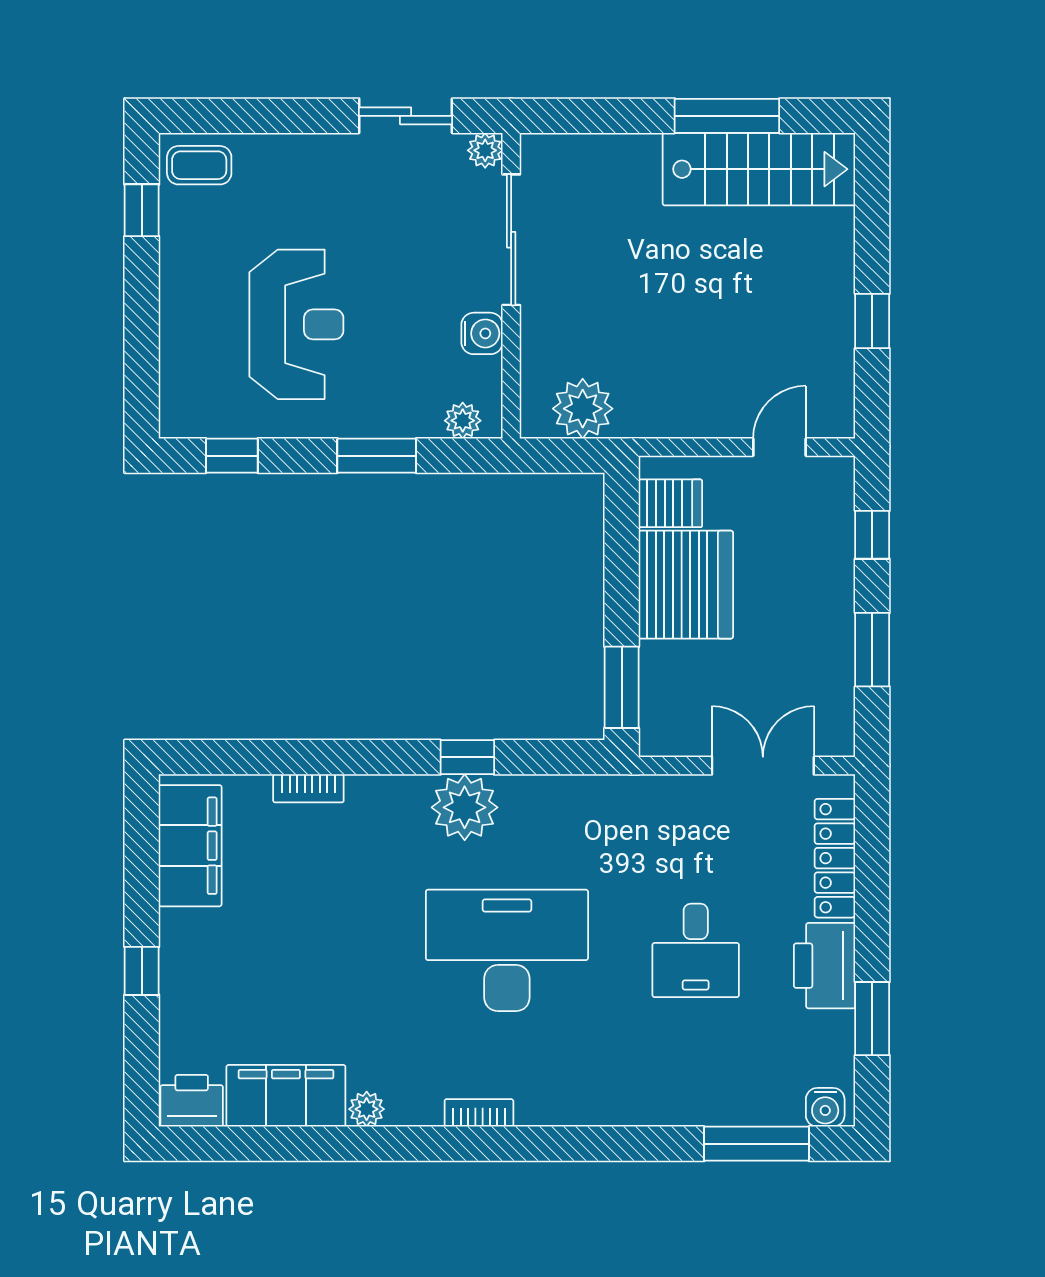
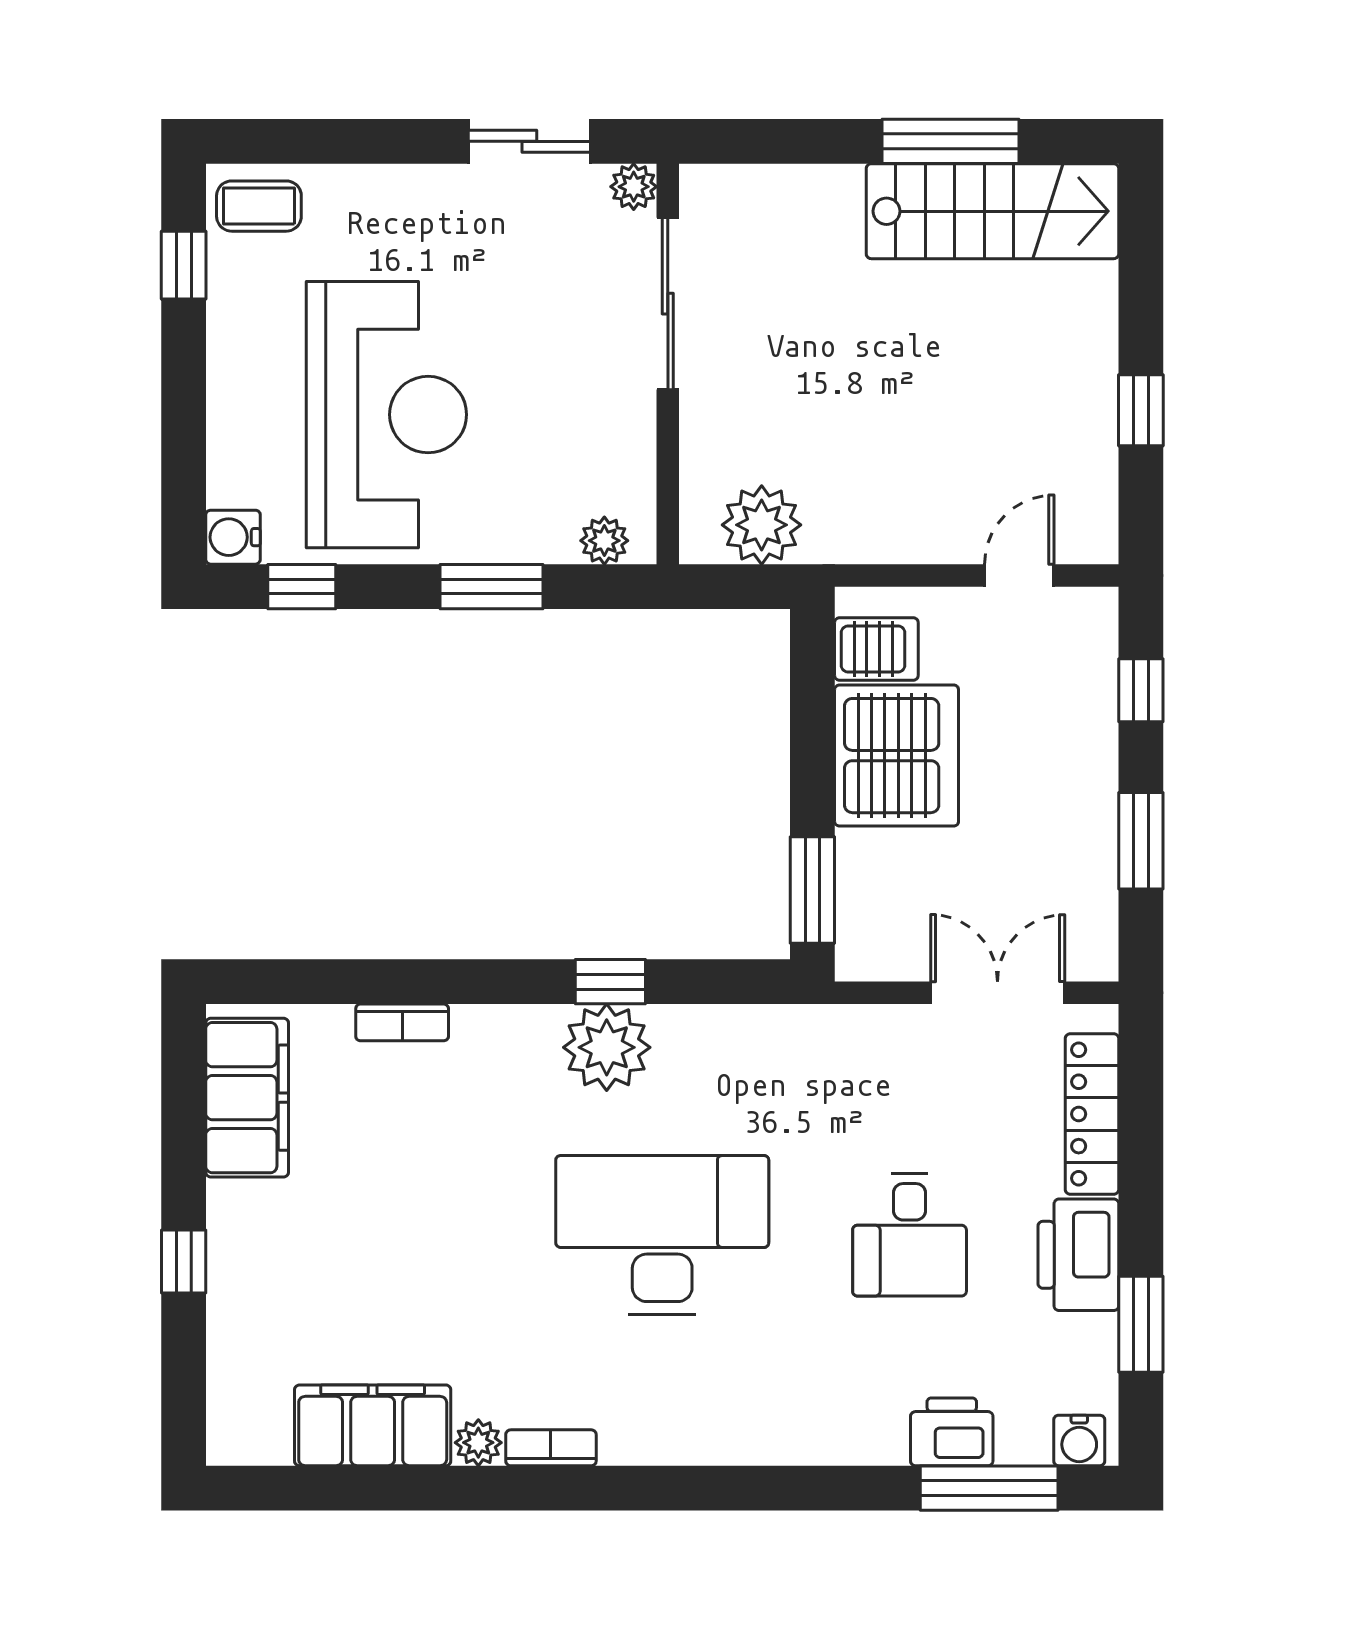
reception desk: (296, 324) -> (386, 415), width x1.36, depth x1.30
water cooler: (482, 333) -> (233, 537), moved, turned 180
printer: (192, 1101) -> (952, 1432), moved
bookcase: (479, 1113) -> (551, 1448), moved

